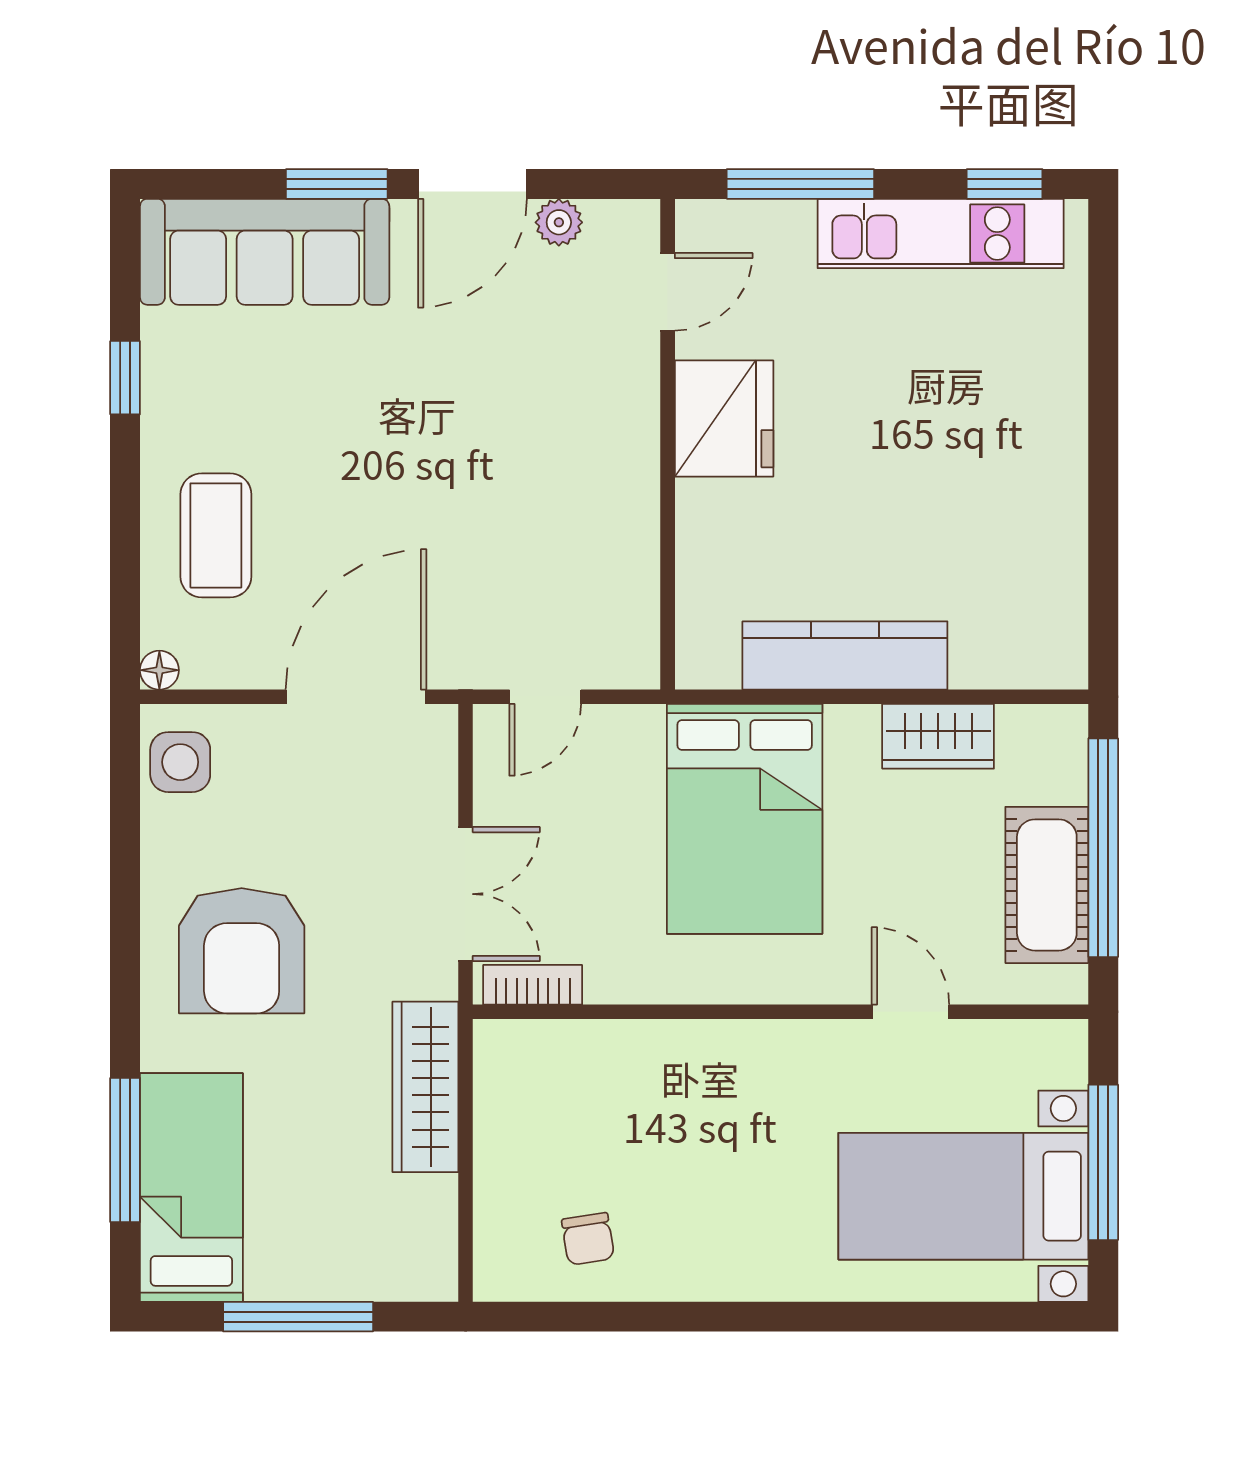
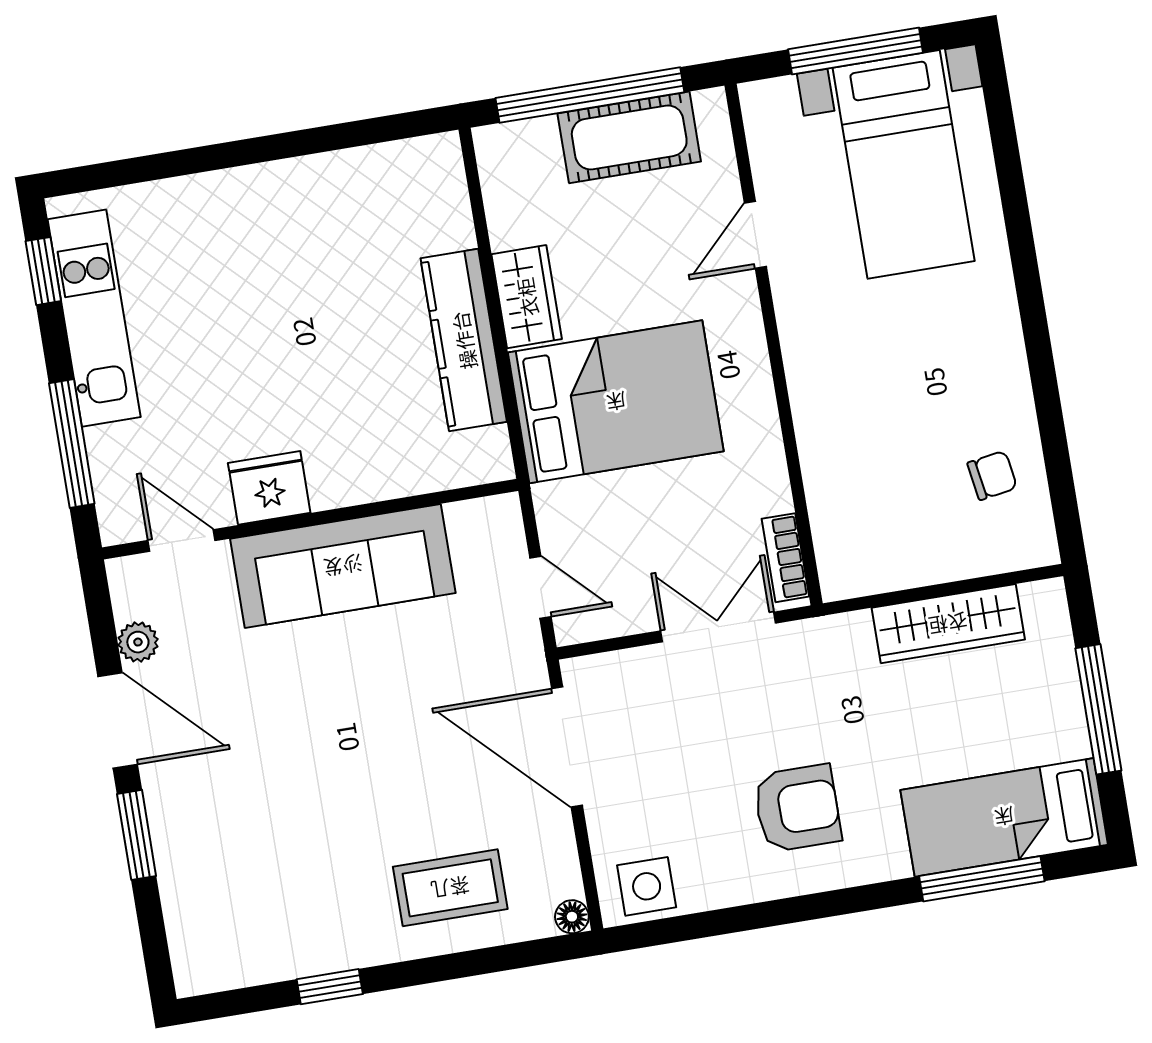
sofa: (265, 252) -> (343, 566), moved, turned 90
fridge: (724, 418) -> (269, 488), width x0.73, depth x0.75
wardrobe: (938, 736) -> (527, 297), moved
armchair: (242, 951) -> (797, 808), width x0.73, depth x0.73
wardrobe: (425, 1087) -> (948, 624), moved

